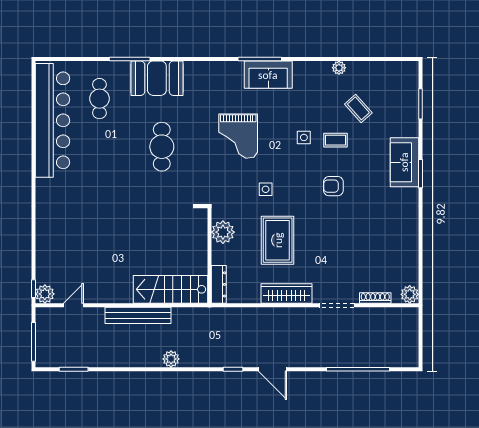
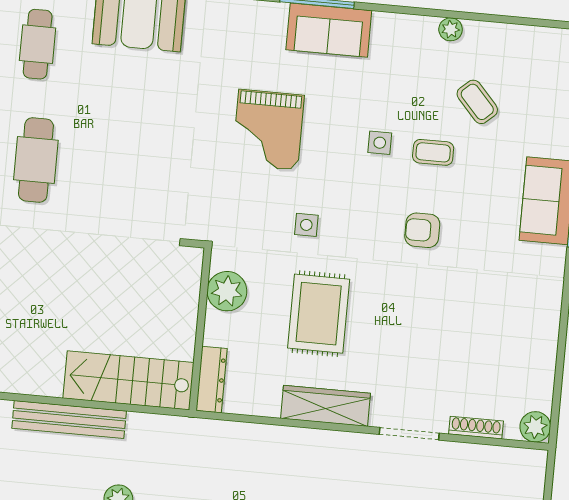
cafe table: (162, 147) -> (36, 160), moved

